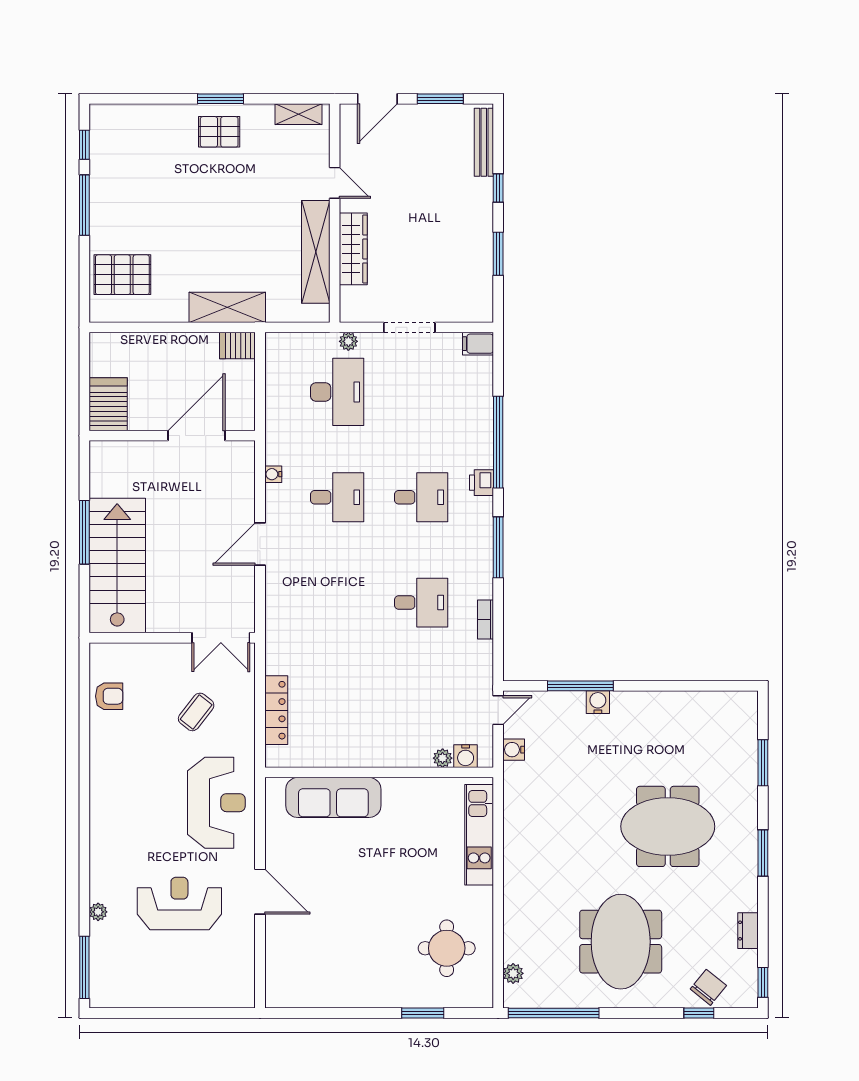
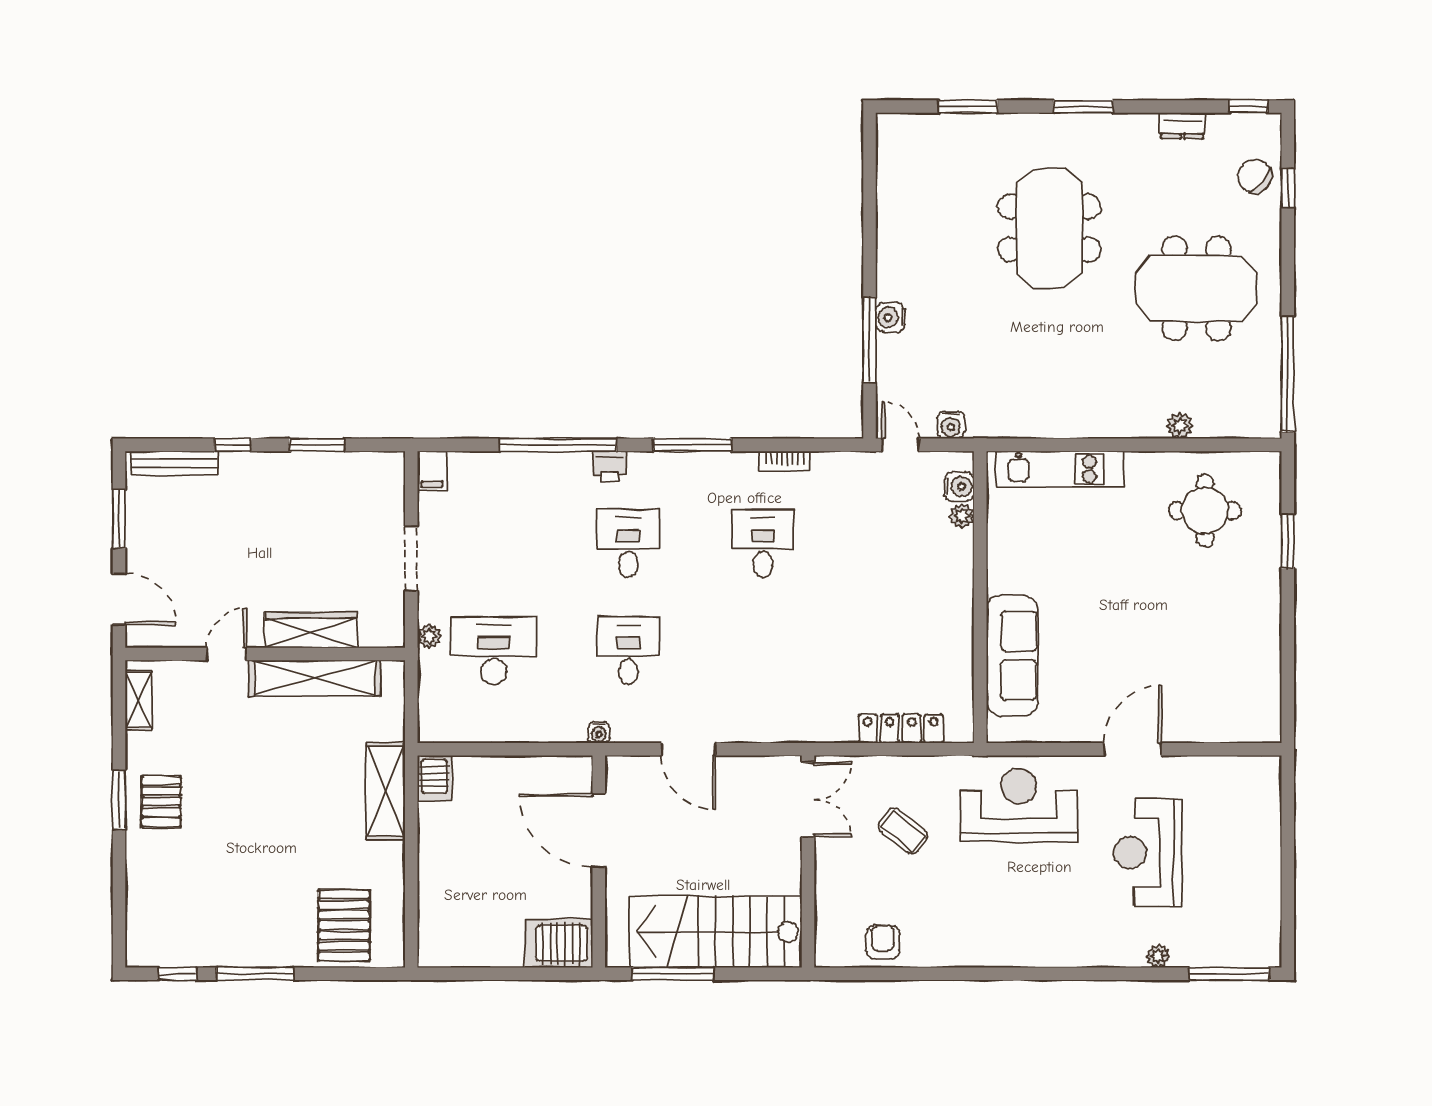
server rack: (108, 404) -> (559, 943), moved
wall: (172, 436) -> (599, 862), moved
door: (196, 436) -> (599, 831), moved
plant: (513, 973) -> (1180, 426), moved

